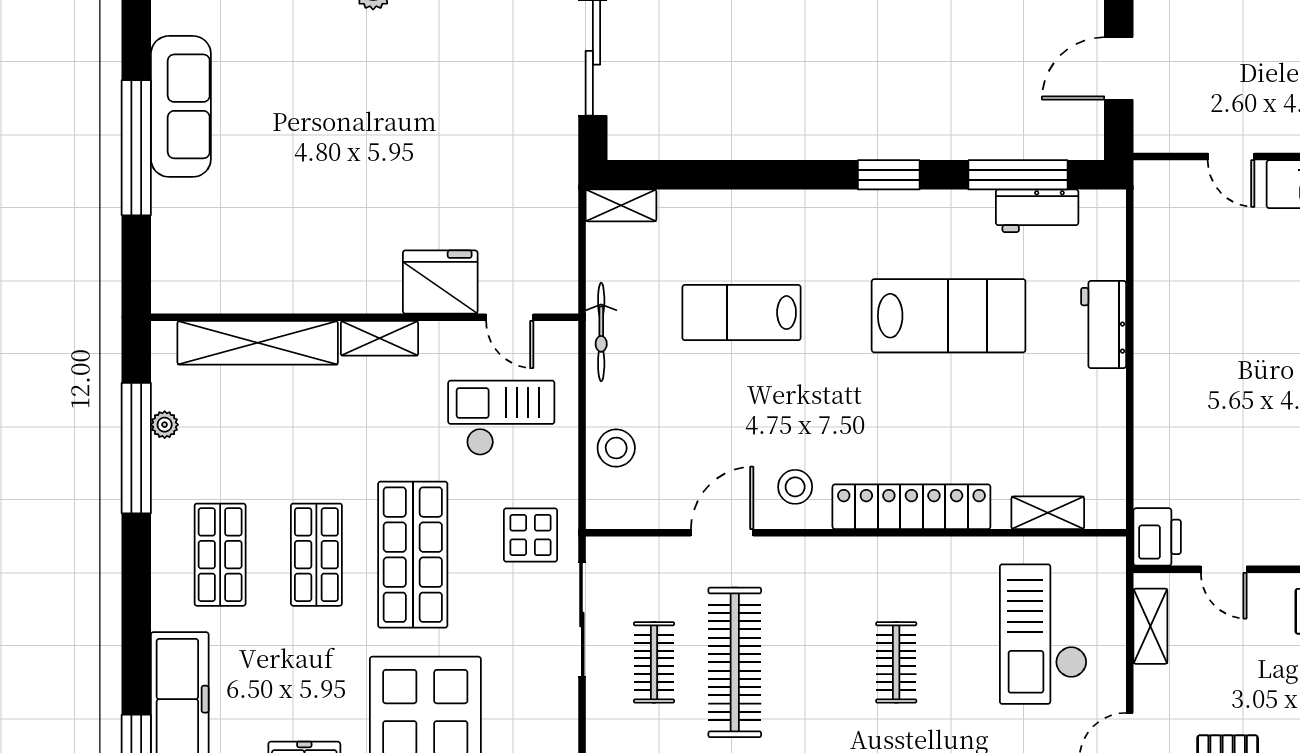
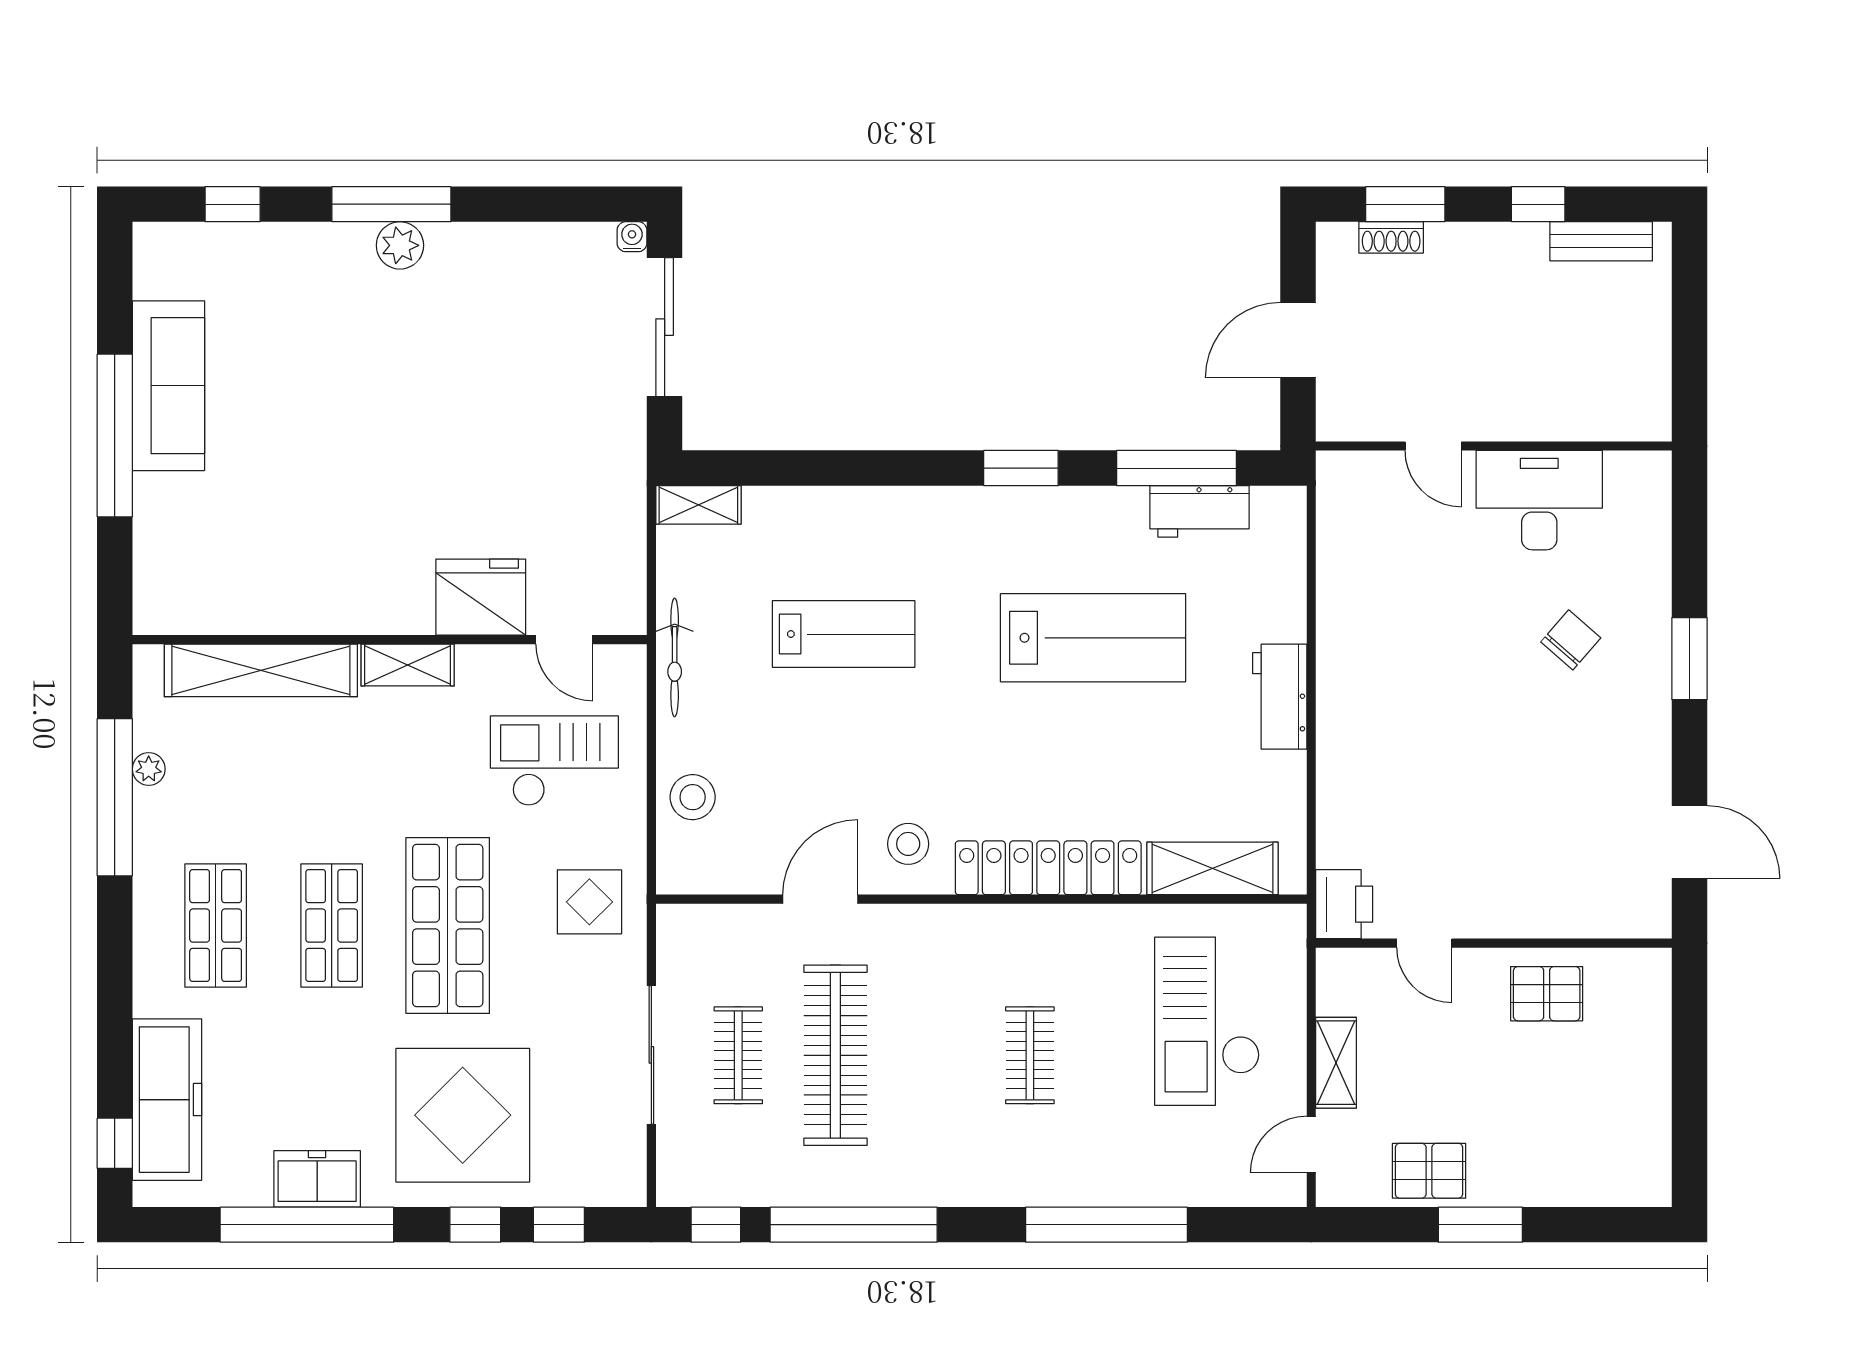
lab bench: (742, 313) -> (844, 634), turned 180
workbench: (1104, 324) -> (1280, 697), moved
shelving: (1048, 513) -> (1212, 868), width x1.50, depth x1.33
sliding door: (582, 620) -> (651, 1055), moved
shelving: (1150, 626) -> (1336, 1063), moved

